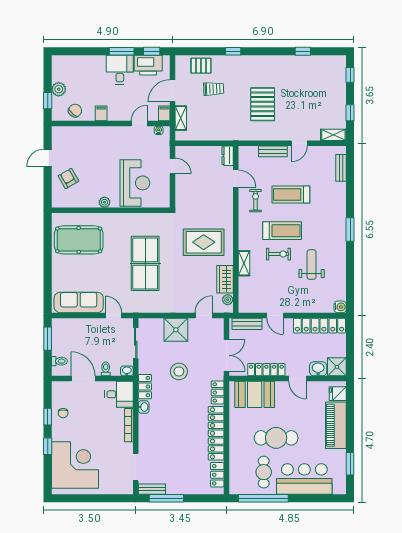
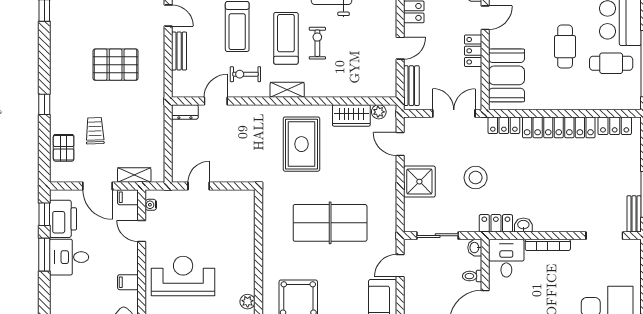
reception desk: (135, 183) -> (183, 276), moved
plant: (104, 202) -> (248, 302), moved
shelving: (244, 263) -> (287, 90), moved
locker: (266, 370) -> (473, 51), width x0.66
cafe table: (276, 438) -> (565, 47), width x0.73, depth x0.74

